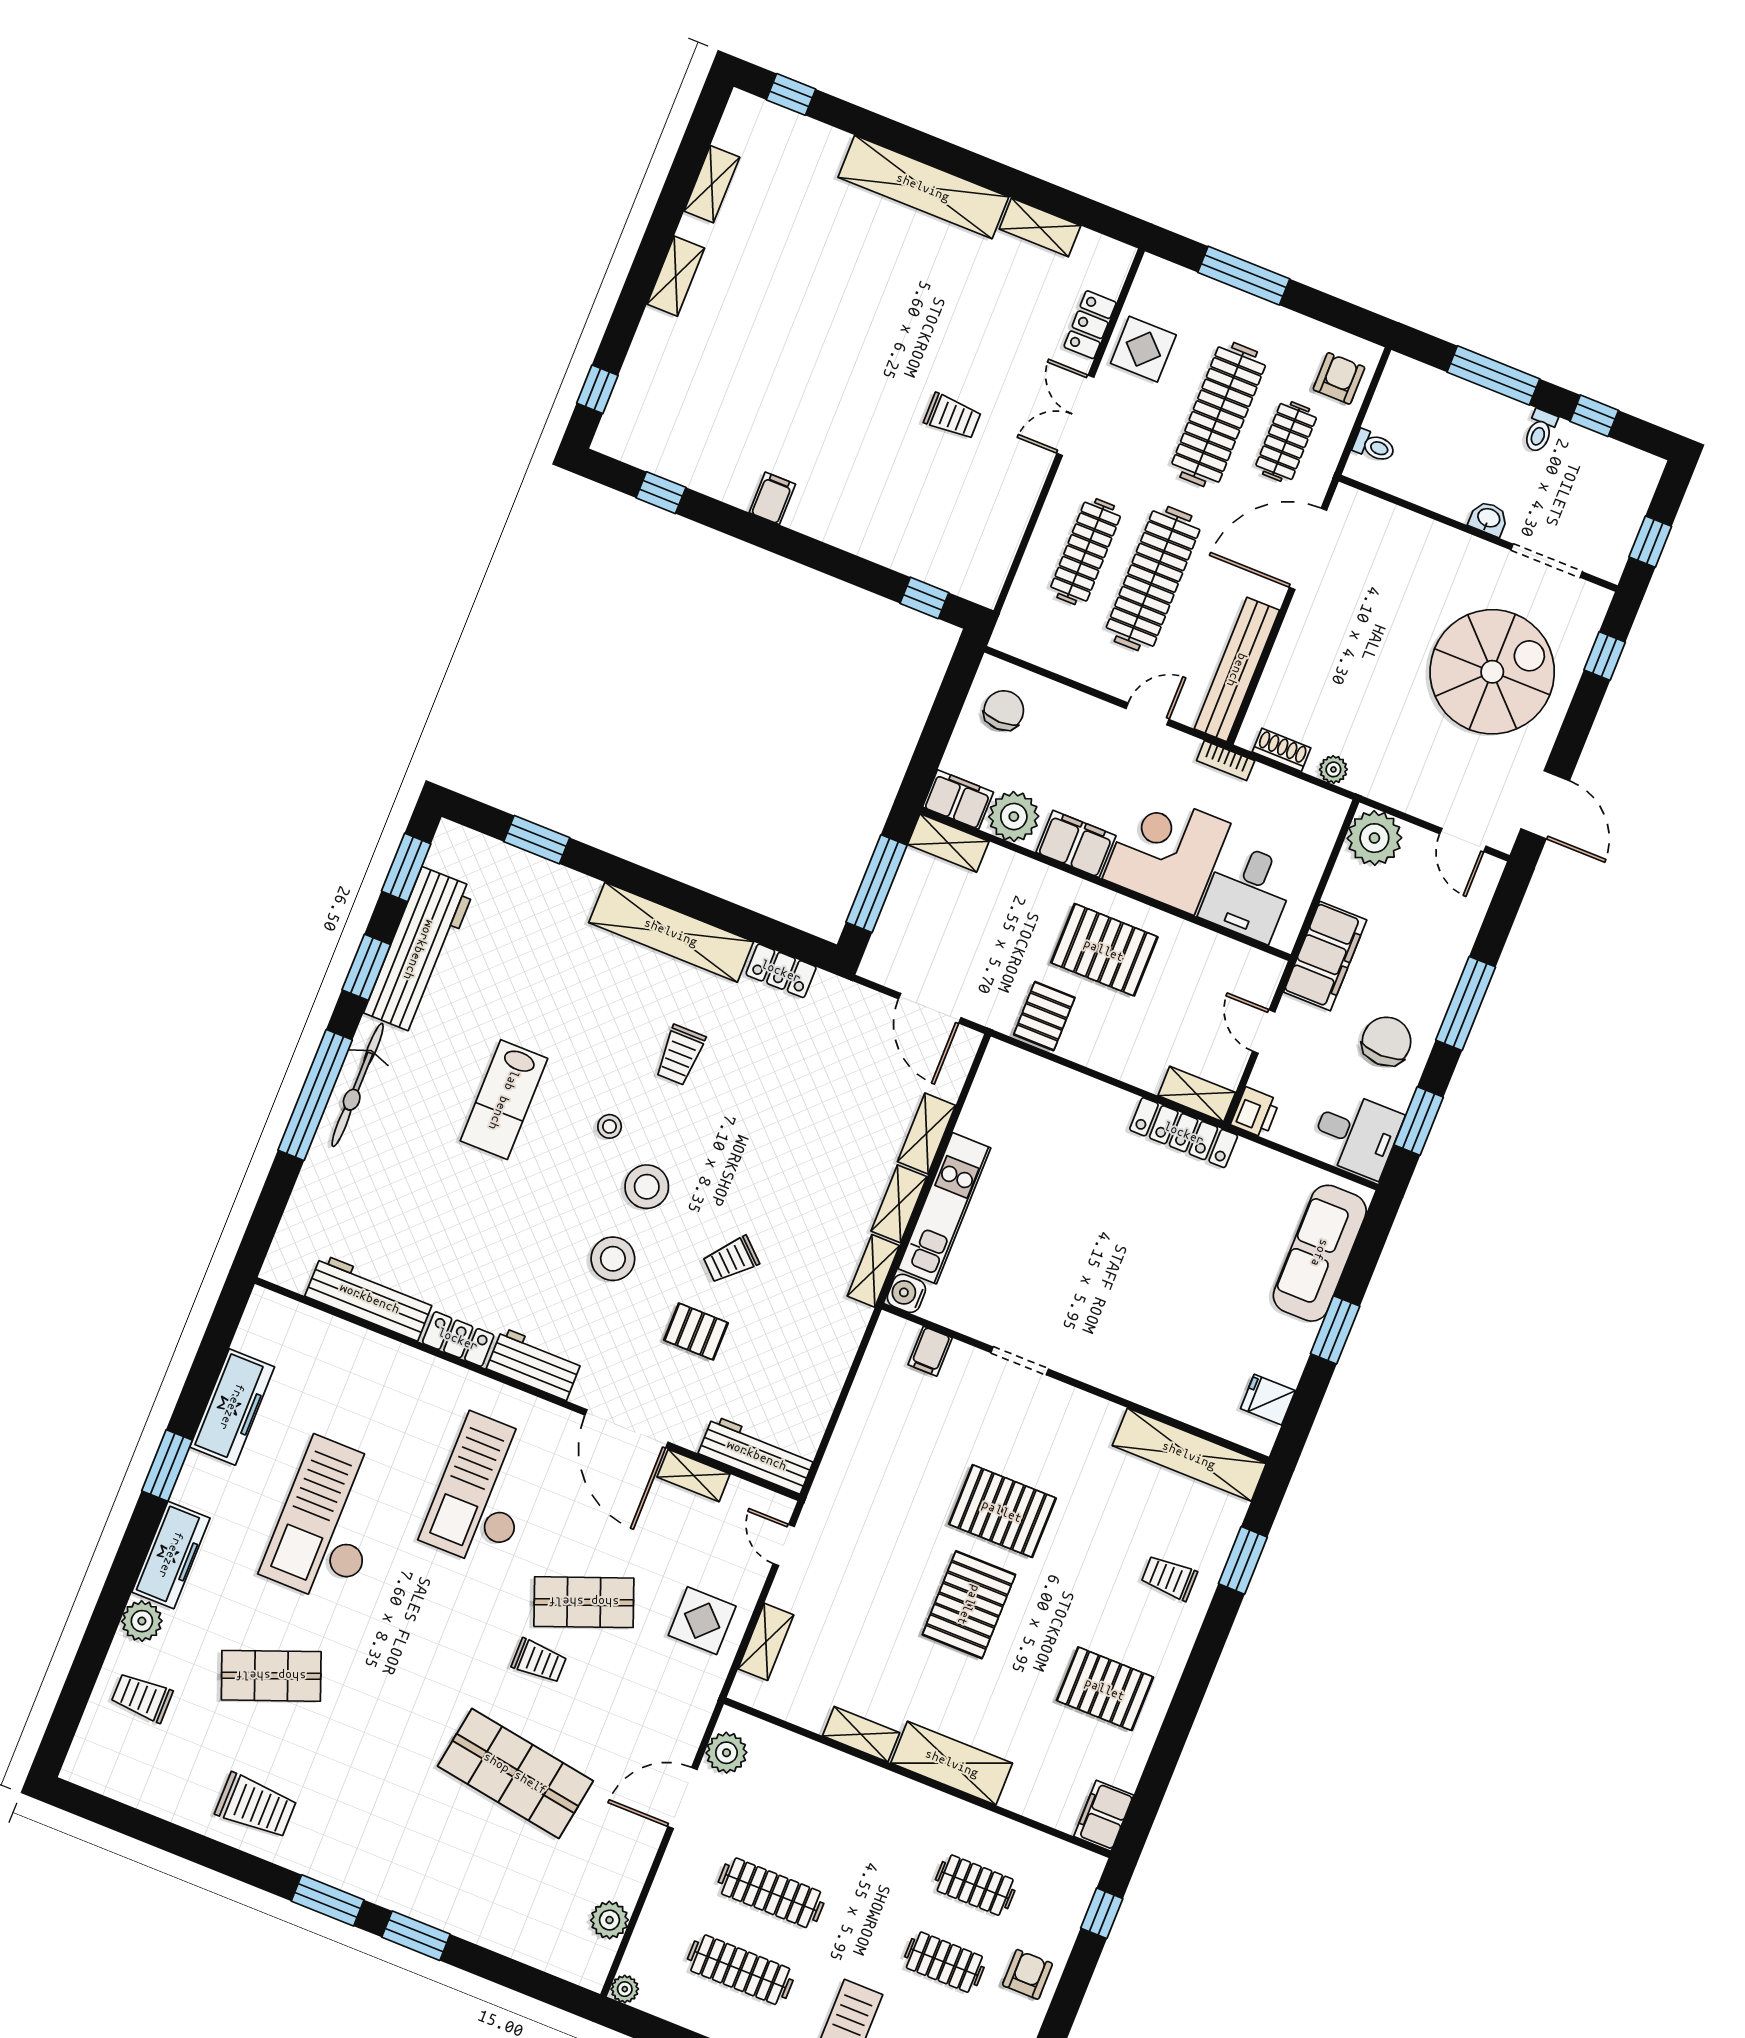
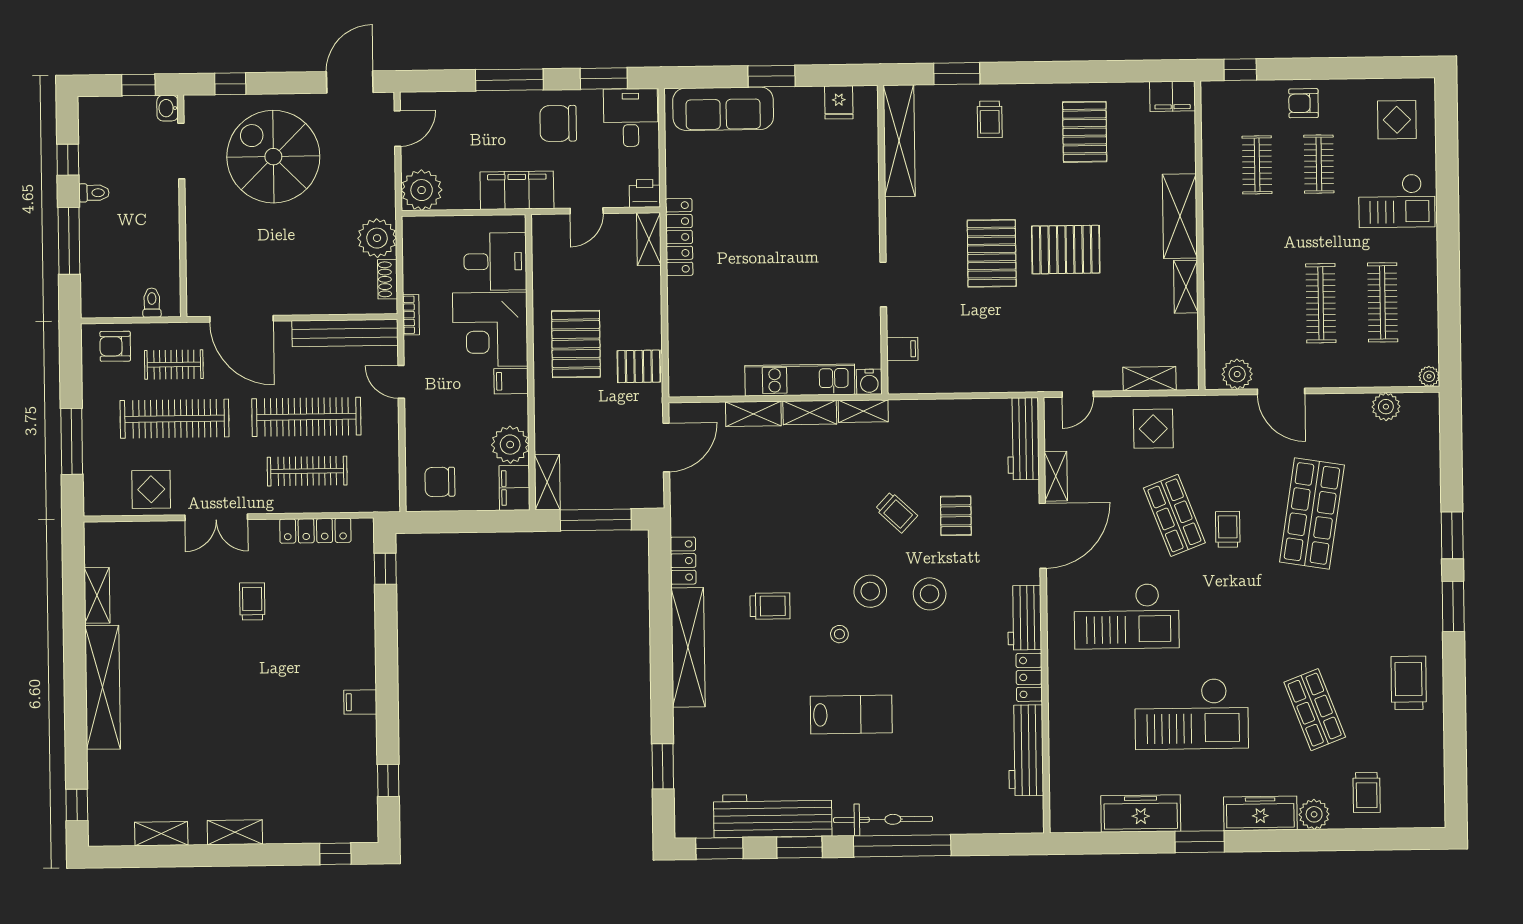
locker: (1090, 325) -> (315, 531), moved, width x1.53
washbasin: (1488, 519) -> (168, 108), moved
plant: (1333, 769) -> (377, 238), width x1.88, depth x1.88
filing cabinet: (1076, 844) -> (511, 381), width x0.50

